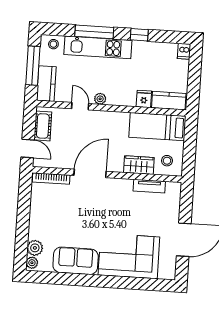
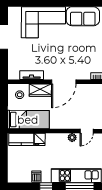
dishwasher: (184, 51) -> (36, 177), moved
door: (80, 106) -> (87, 131), hinge flipped
door: (90, 173) -> (64, 82), moved

